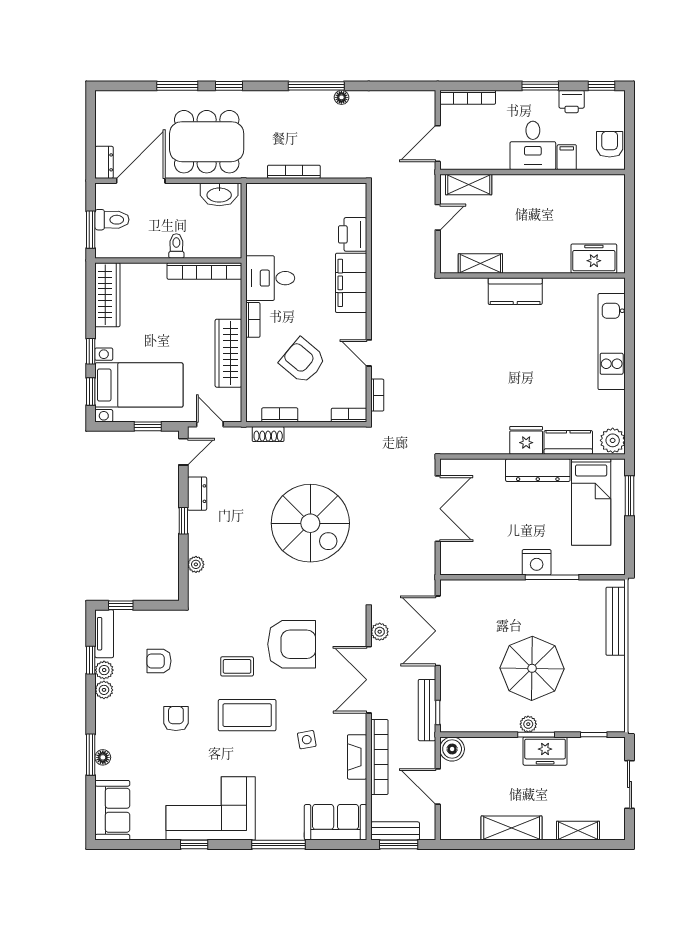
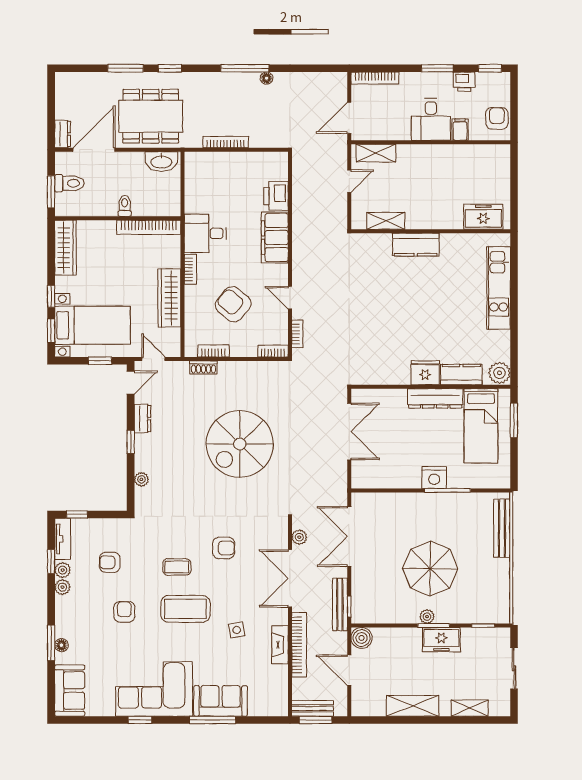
spiral stairs: (310, 523) -> (240, 444), turned 90
armchair: (292, 644) -> (224, 548), width x0.53, depth x0.53
sofa: (336, 822) -> (221, 701), moved

